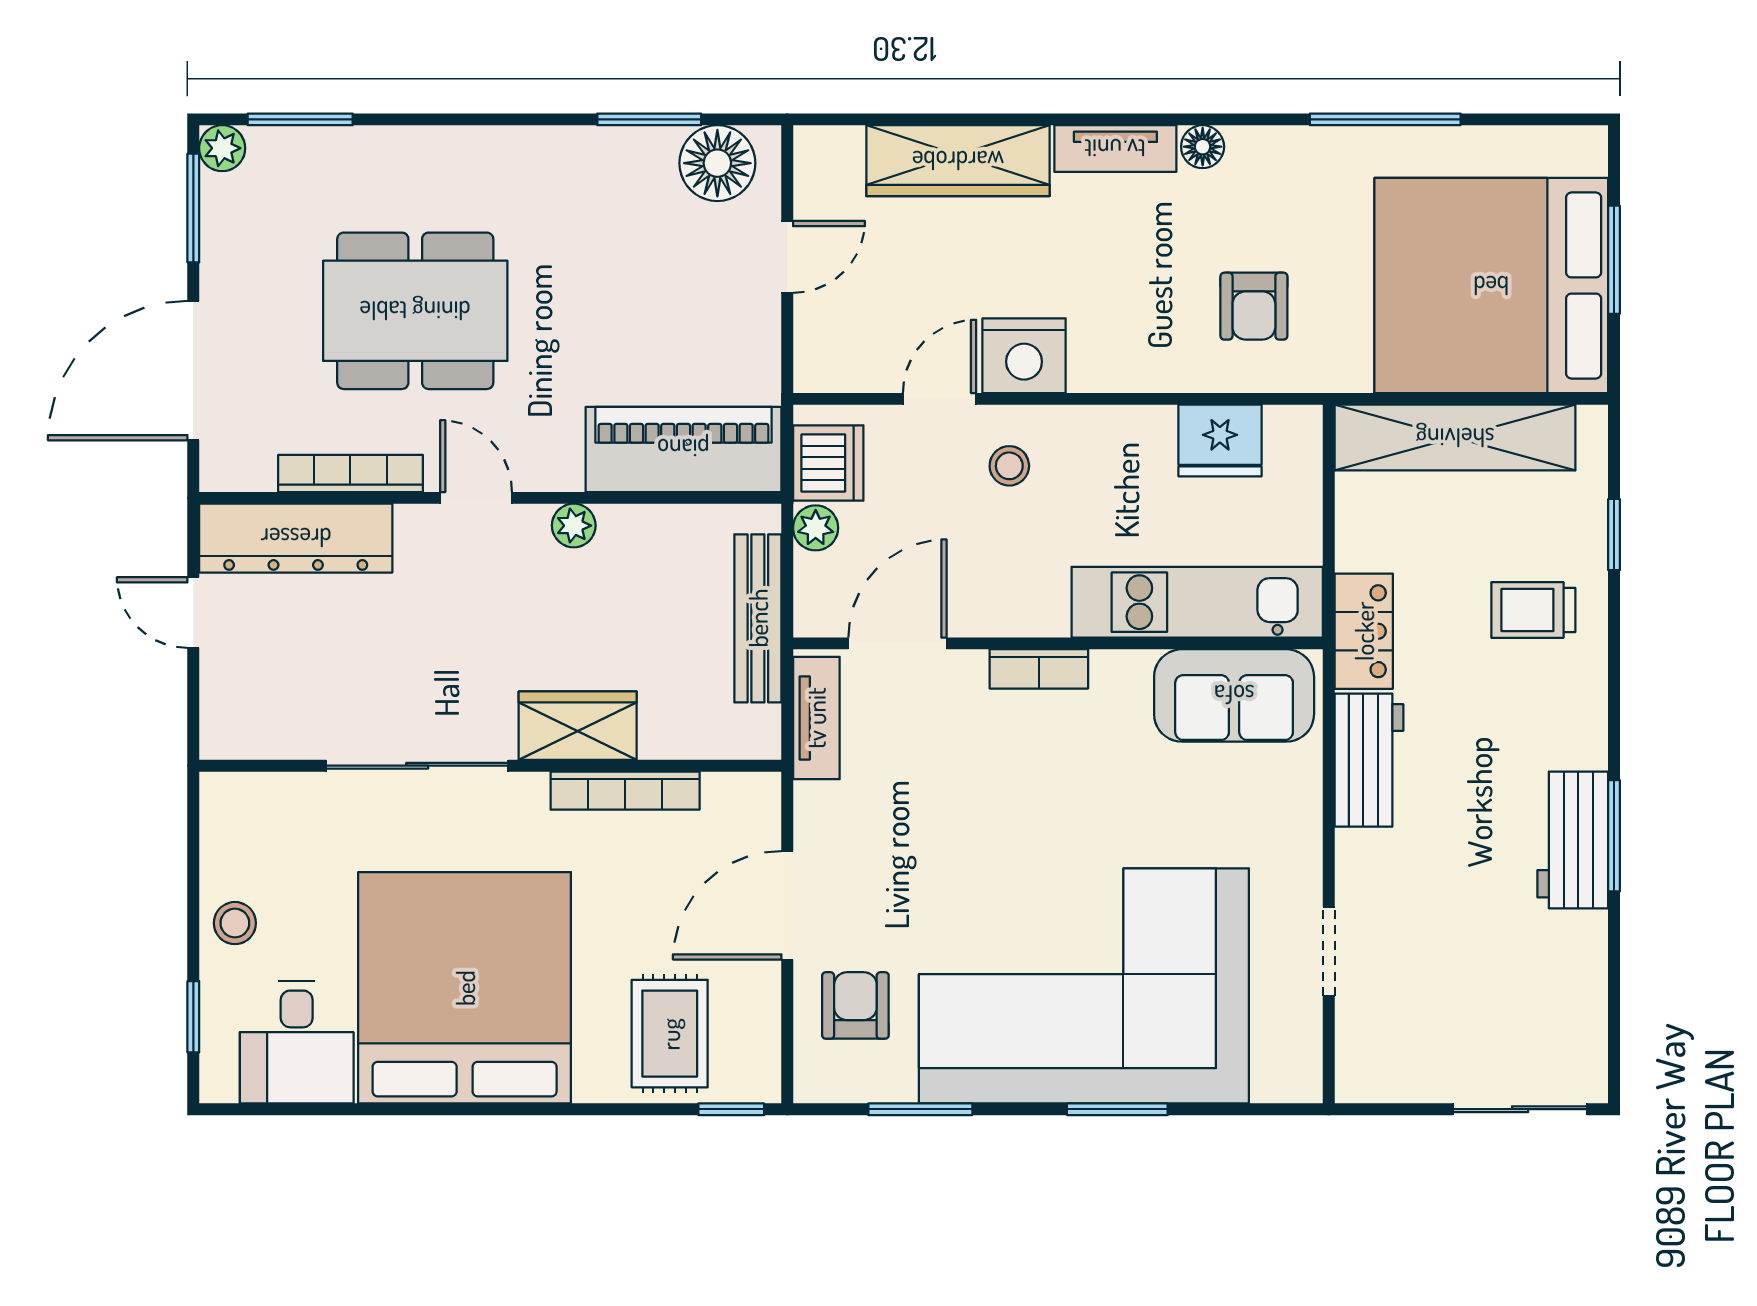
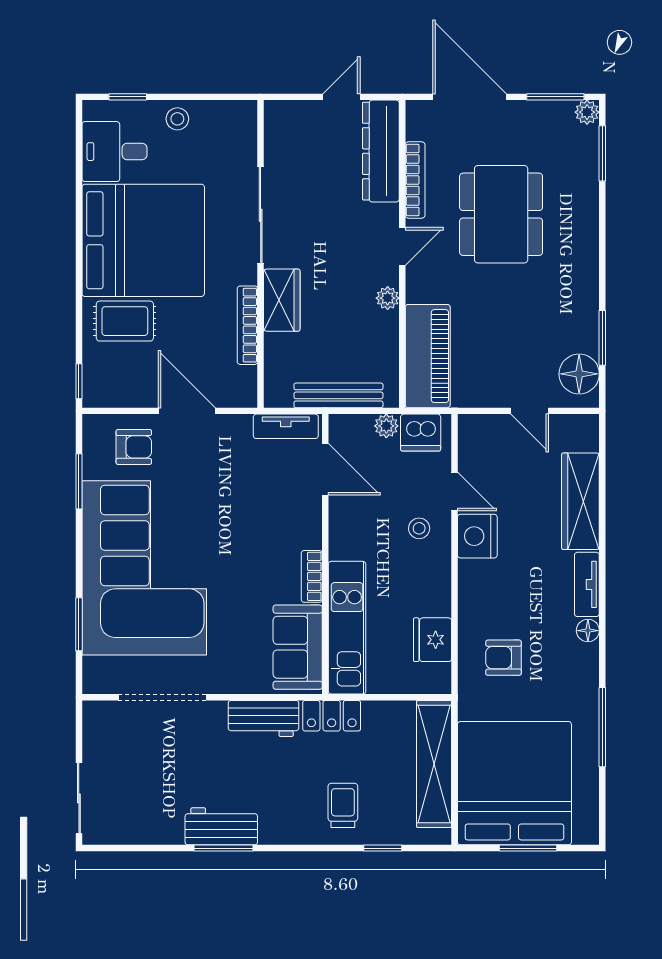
bookcase: (1039, 669) -> (312, 576), moved
doorway: (1329, 951) -> (162, 697), width x1.88
rug: (670, 1034) -> (125, 321), moved
window: (1117, 1109) -> (79, 624), moved

